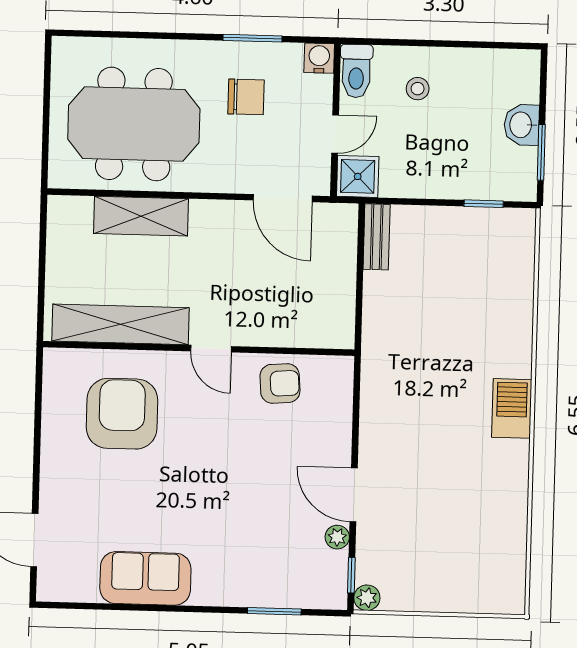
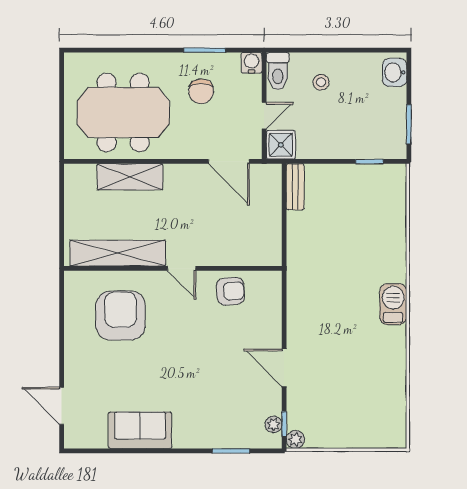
chair: (246, 97) -> (201, 91), turned 90
washbasin: (522, 125) -> (395, 72), moved
plant: (337, 537) -> (274, 424), moved

